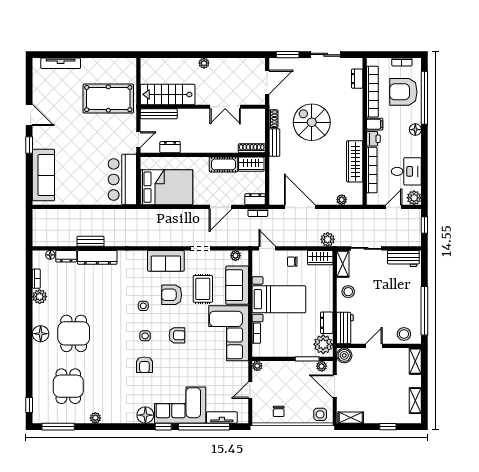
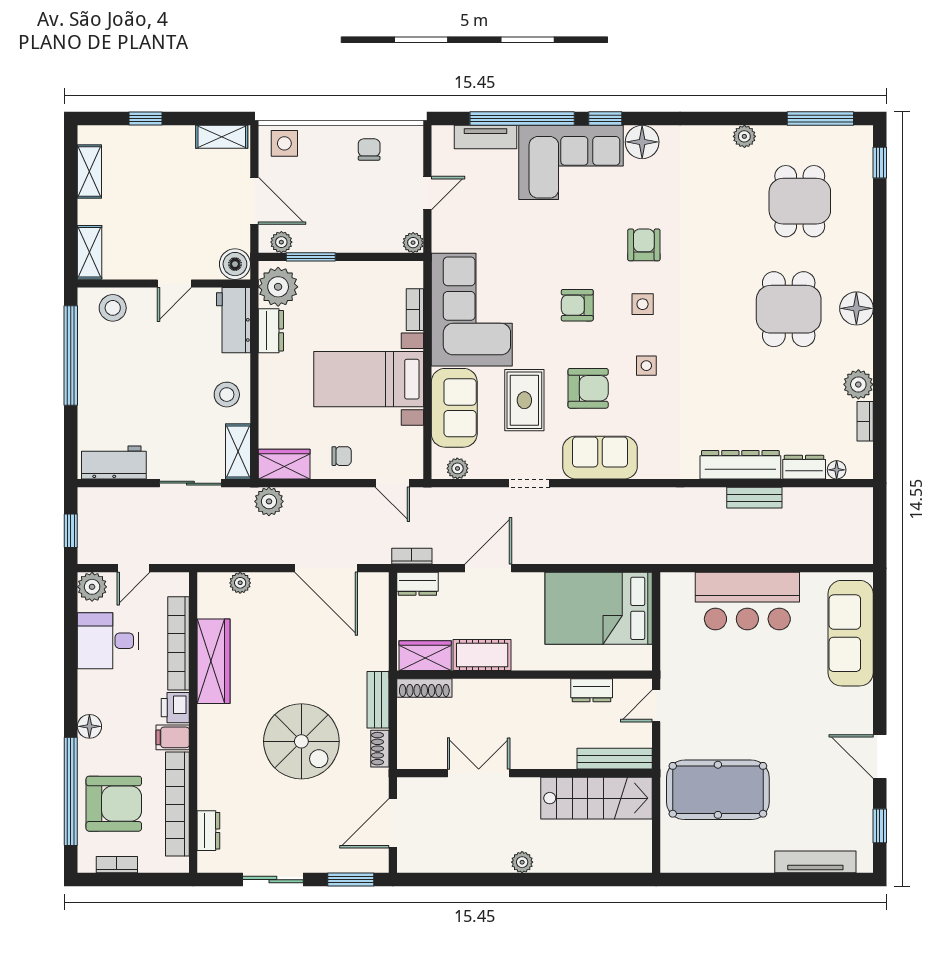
window: (29, 145) -> (880, 826), moved
bar counter: (122, 179) -> (747, 601), moved, turned 90

